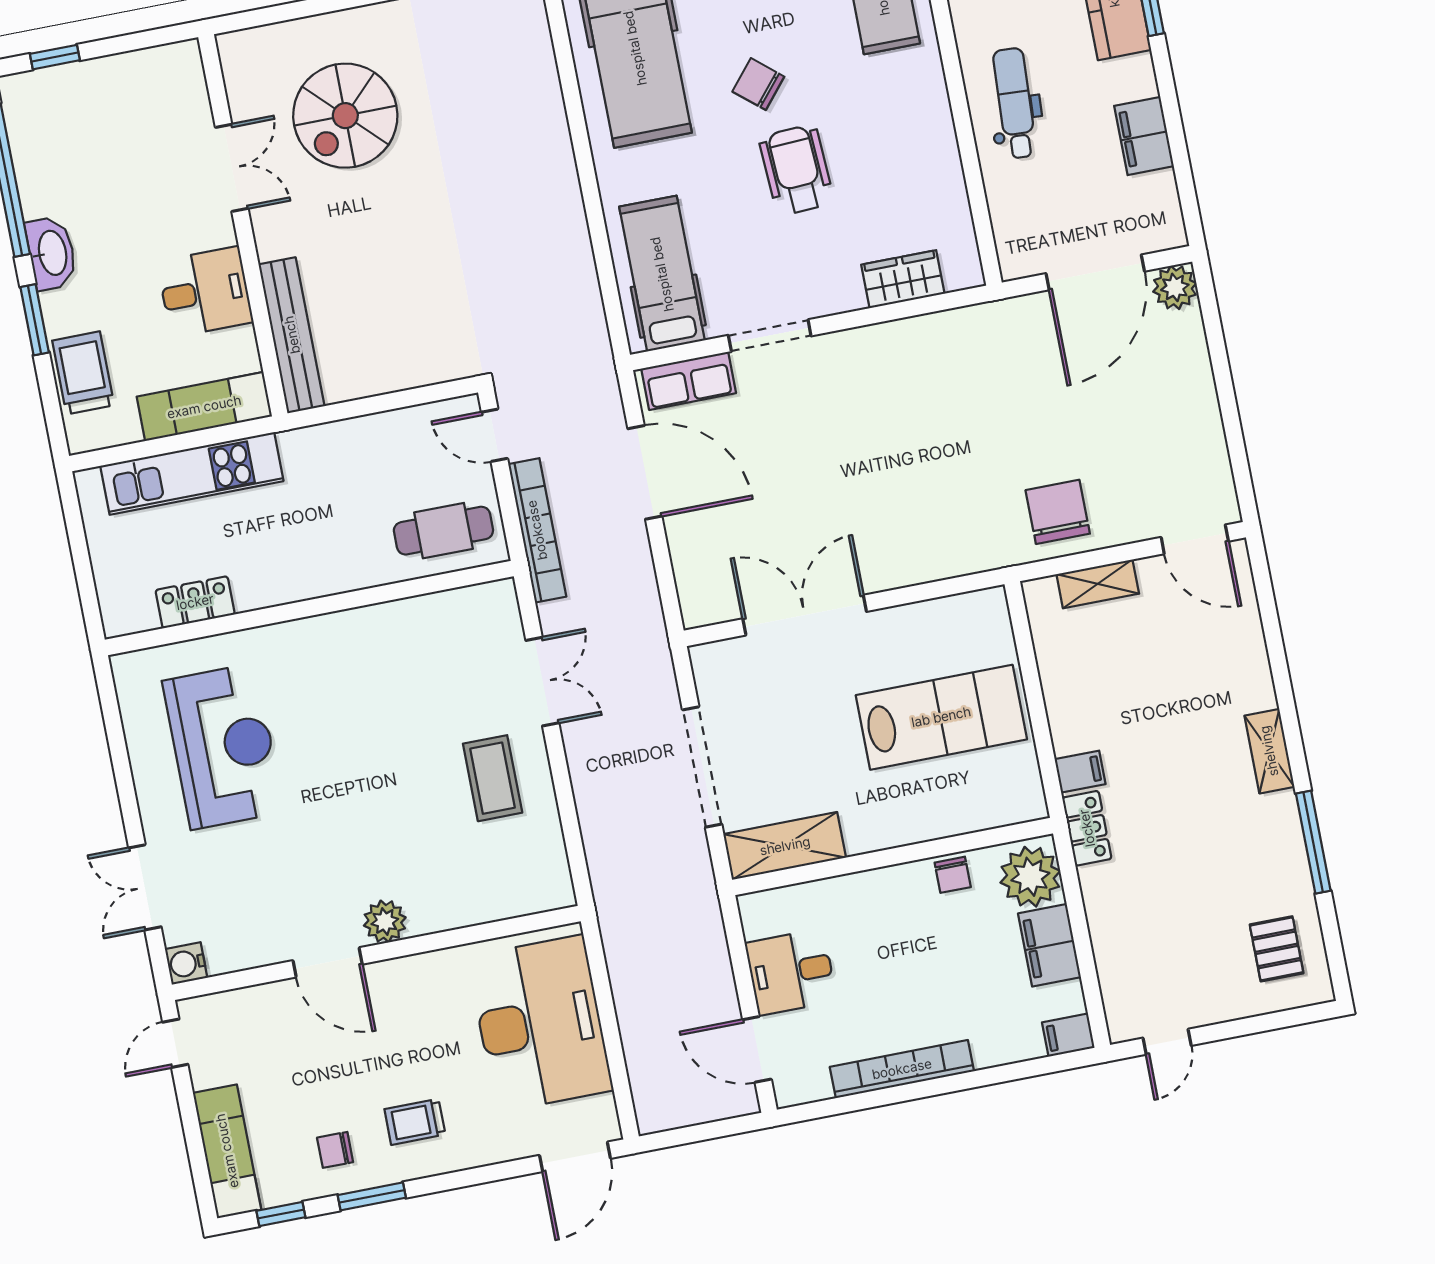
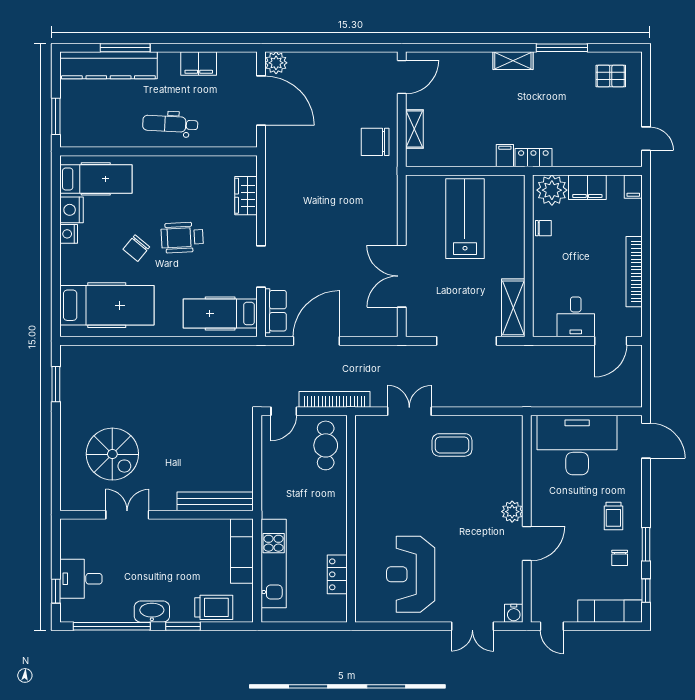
desk: (205, 292) -> (81, 579), moved, turned -90
trolley: (83, 373) -> (214, 607), turned 180
reception desk: (223, 747) -> (411, 574), turned -90

